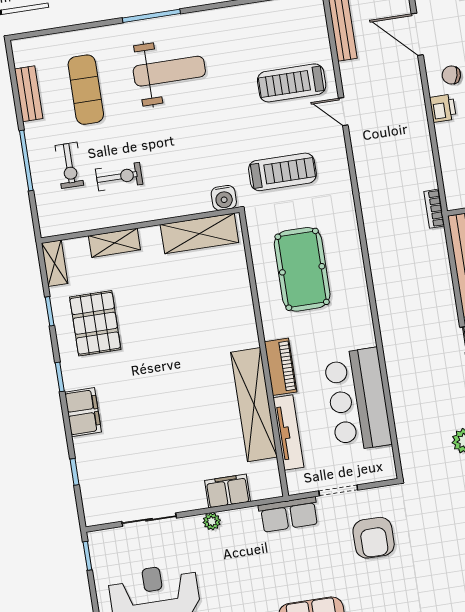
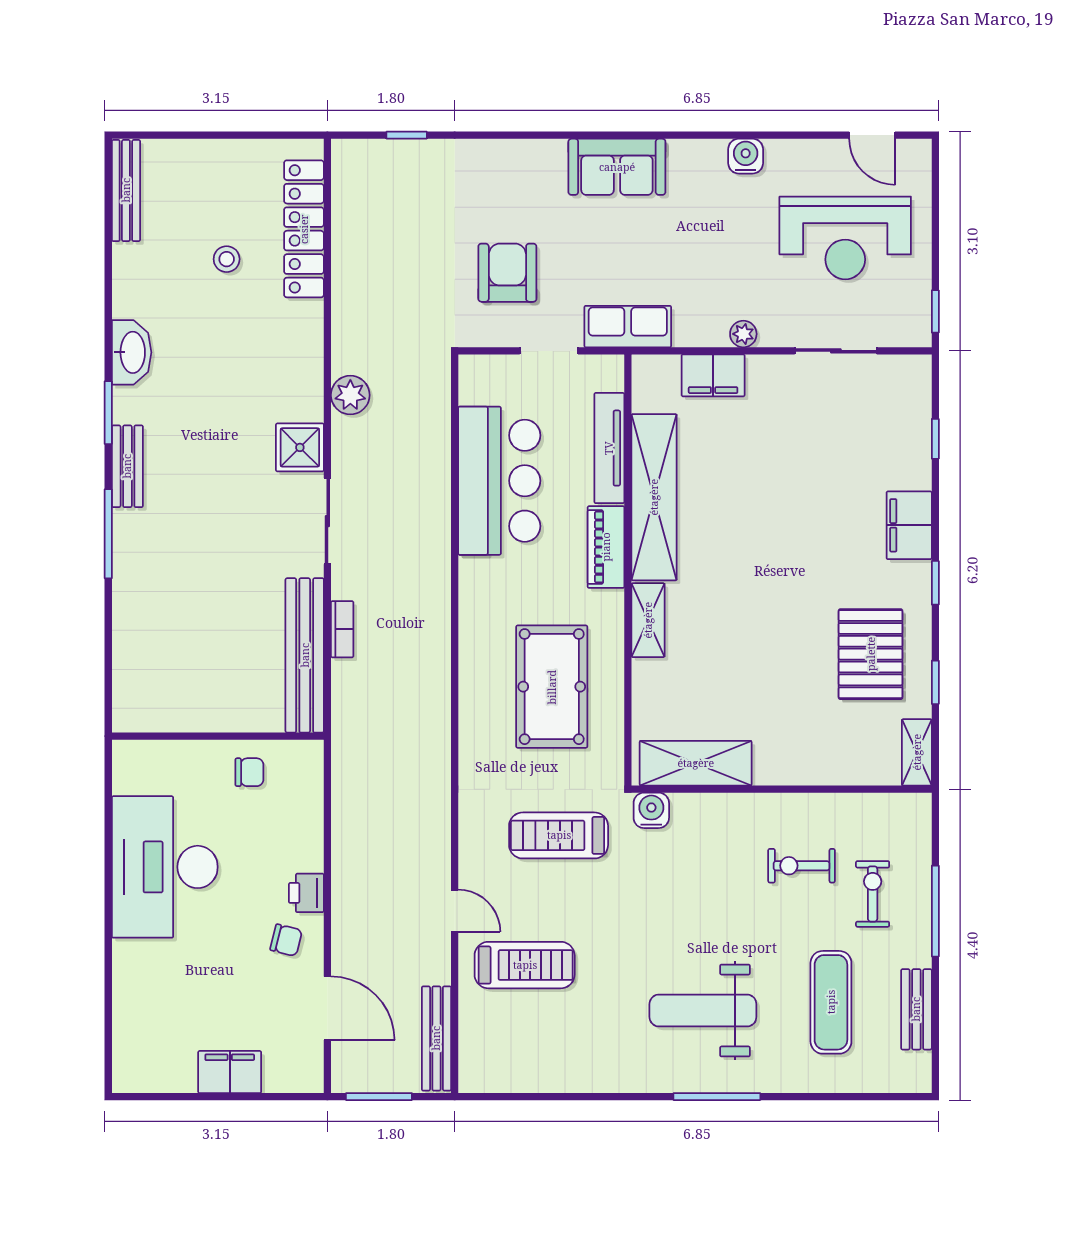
bookcase: (434, 209) -> (342, 629), moved
shelving: (114, 243) -> (648, 620), moved, turned 90

